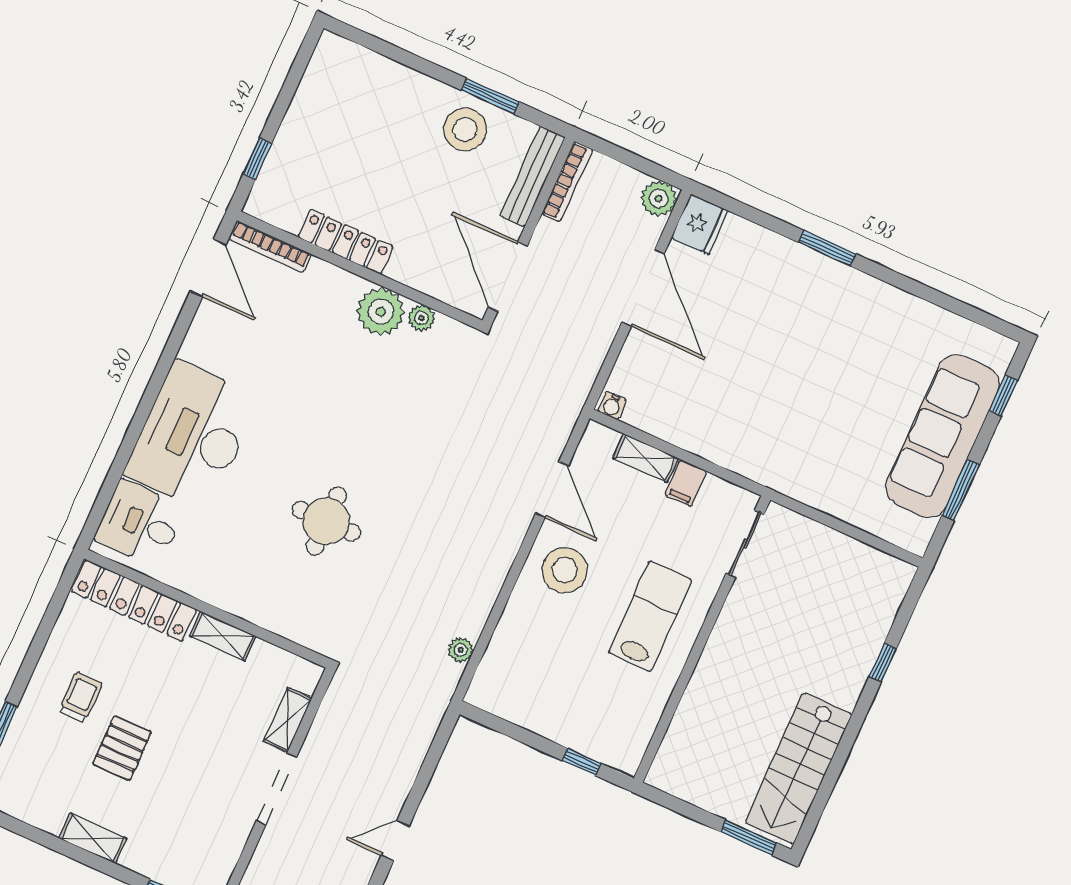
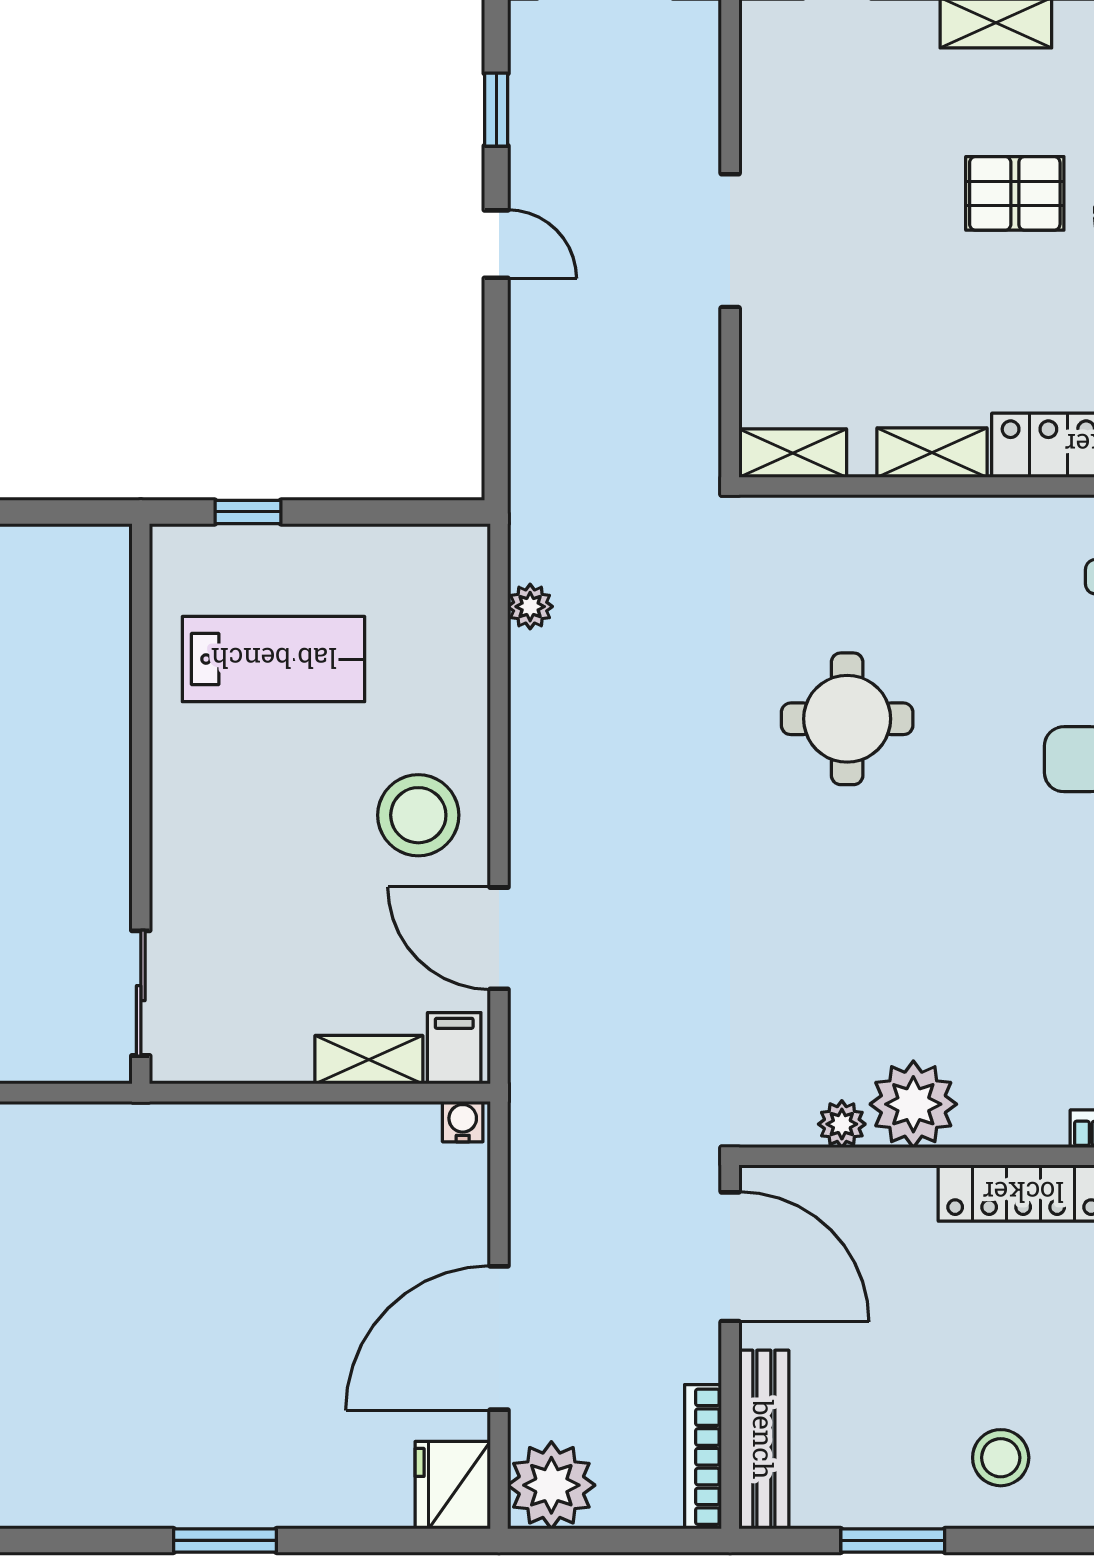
stool: (465, 129) -> (1001, 1458), moved, width x0.73, depth x0.73
plant: (659, 199) -> (551, 1485), width x1.36, depth x1.36
door: (643, 288) -> (499, 1338), hinge flipped
filing cabinet: (686, 483) -> (454, 1048), moved
lab bench: (650, 616) -> (274, 659), moved, turned -90
shelving: (288, 720) -> (793, 453), moved, turned 90
pallet: (122, 748) -> (1015, 193), turned 90
door: (395, 841) -> (496, 244), hinge flipped

